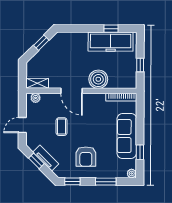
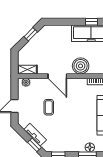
armchair: (86, 157) -> (70, 133), removed
window: (36, 161) -> (35, 145), moved
floor lamp: (109, 173) -> (90, 147), added

